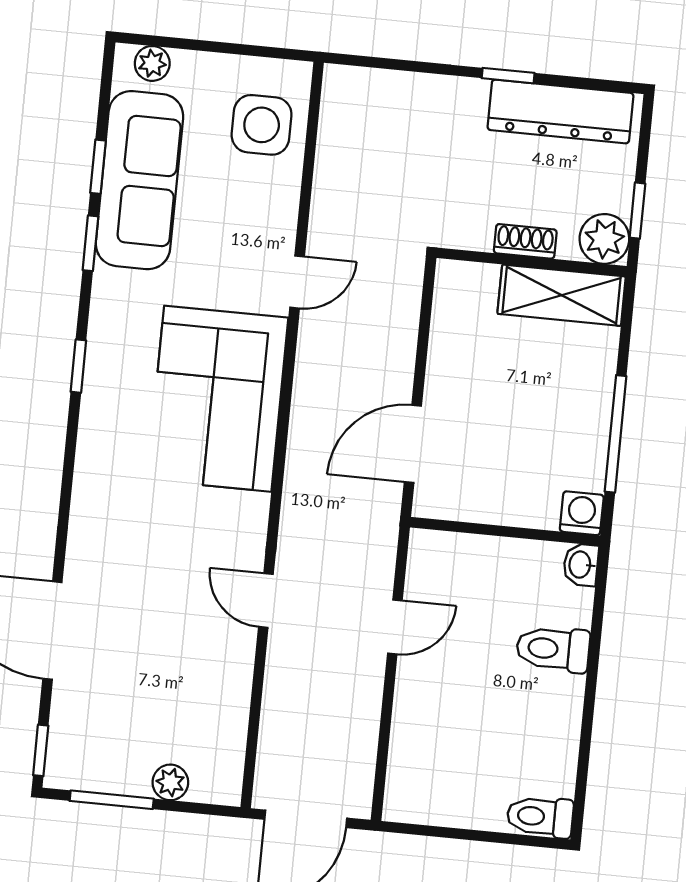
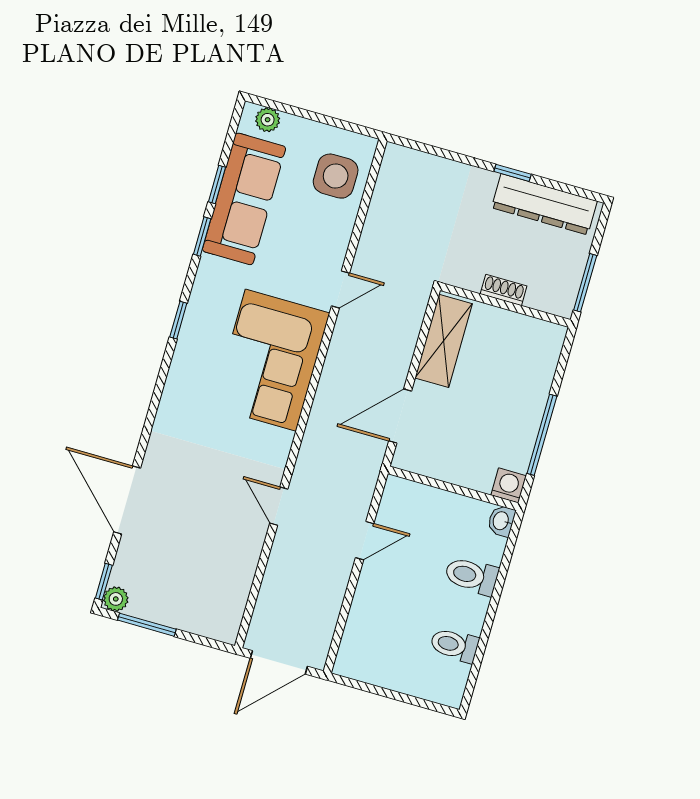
window: (637, 211) -> (585, 283), width x1.50
plant: (604, 239) -> (559, 298), removed
shelving: (562, 295) -> (444, 341), moved, turned 90
plant: (170, 782) -> (116, 599), moved
toilet: (540, 817) -> (454, 645), moved

